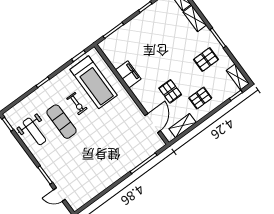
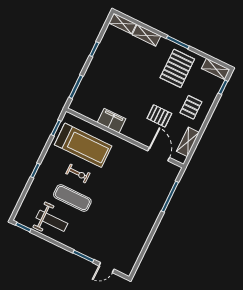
pallet: (206, 60) -> (177, 68), width x1.50, depth x1.42

